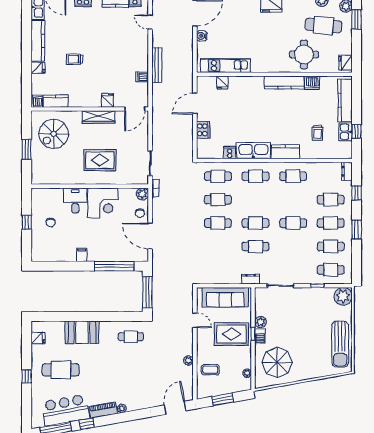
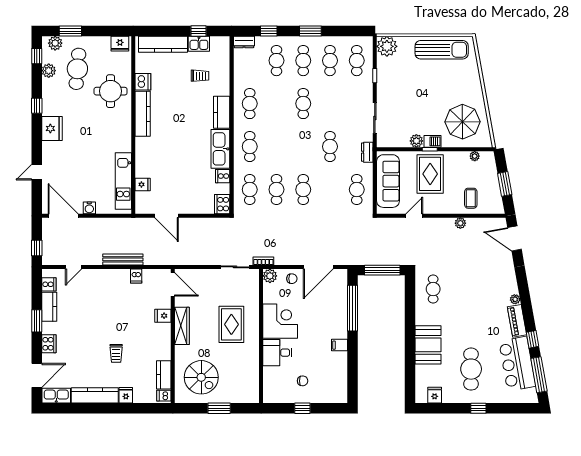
cooker: (203, 130) -> (222, 204), moved, turned -90
cafe table: (256, 223) -> (357, 190), moved

